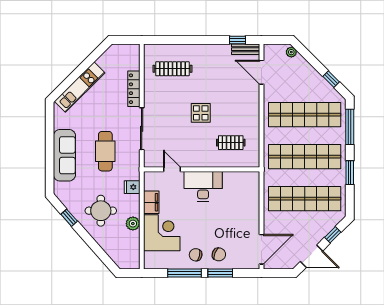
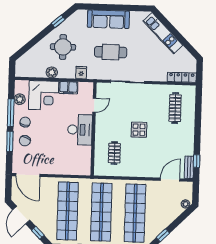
locker: (134, 89) -> (182, 77), moved
plant: (168, 262) -> (20, 99), added

